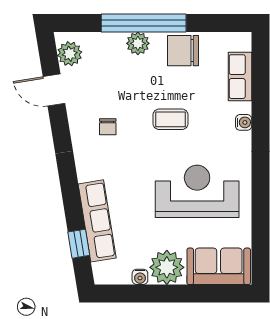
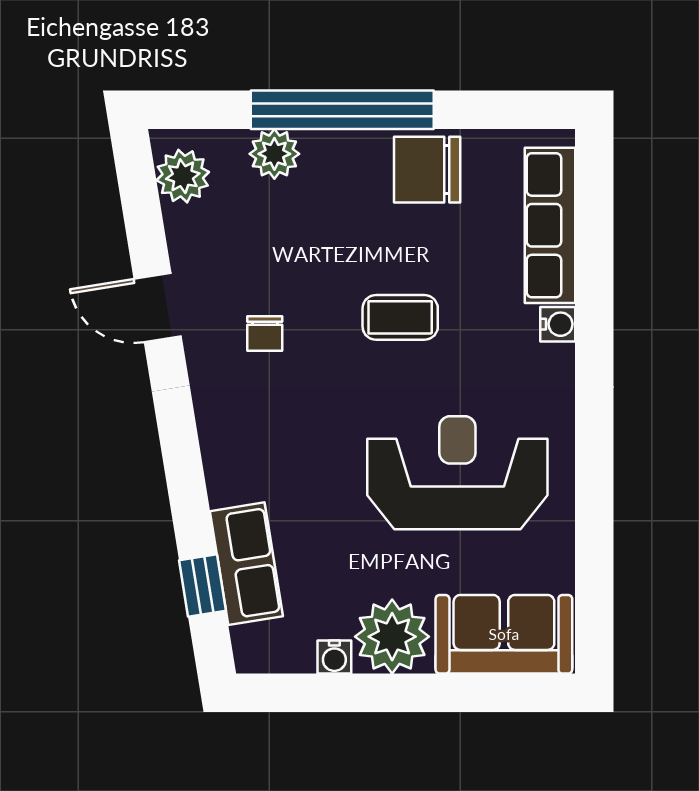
plant: (138, 43) -> (274, 154), moved
row of seats: (240, 77) -> (550, 225), width x1.48
door: (54, 90) -> (158, 308), moved
row of seats: (97, 221) -> (246, 564), width x0.68

